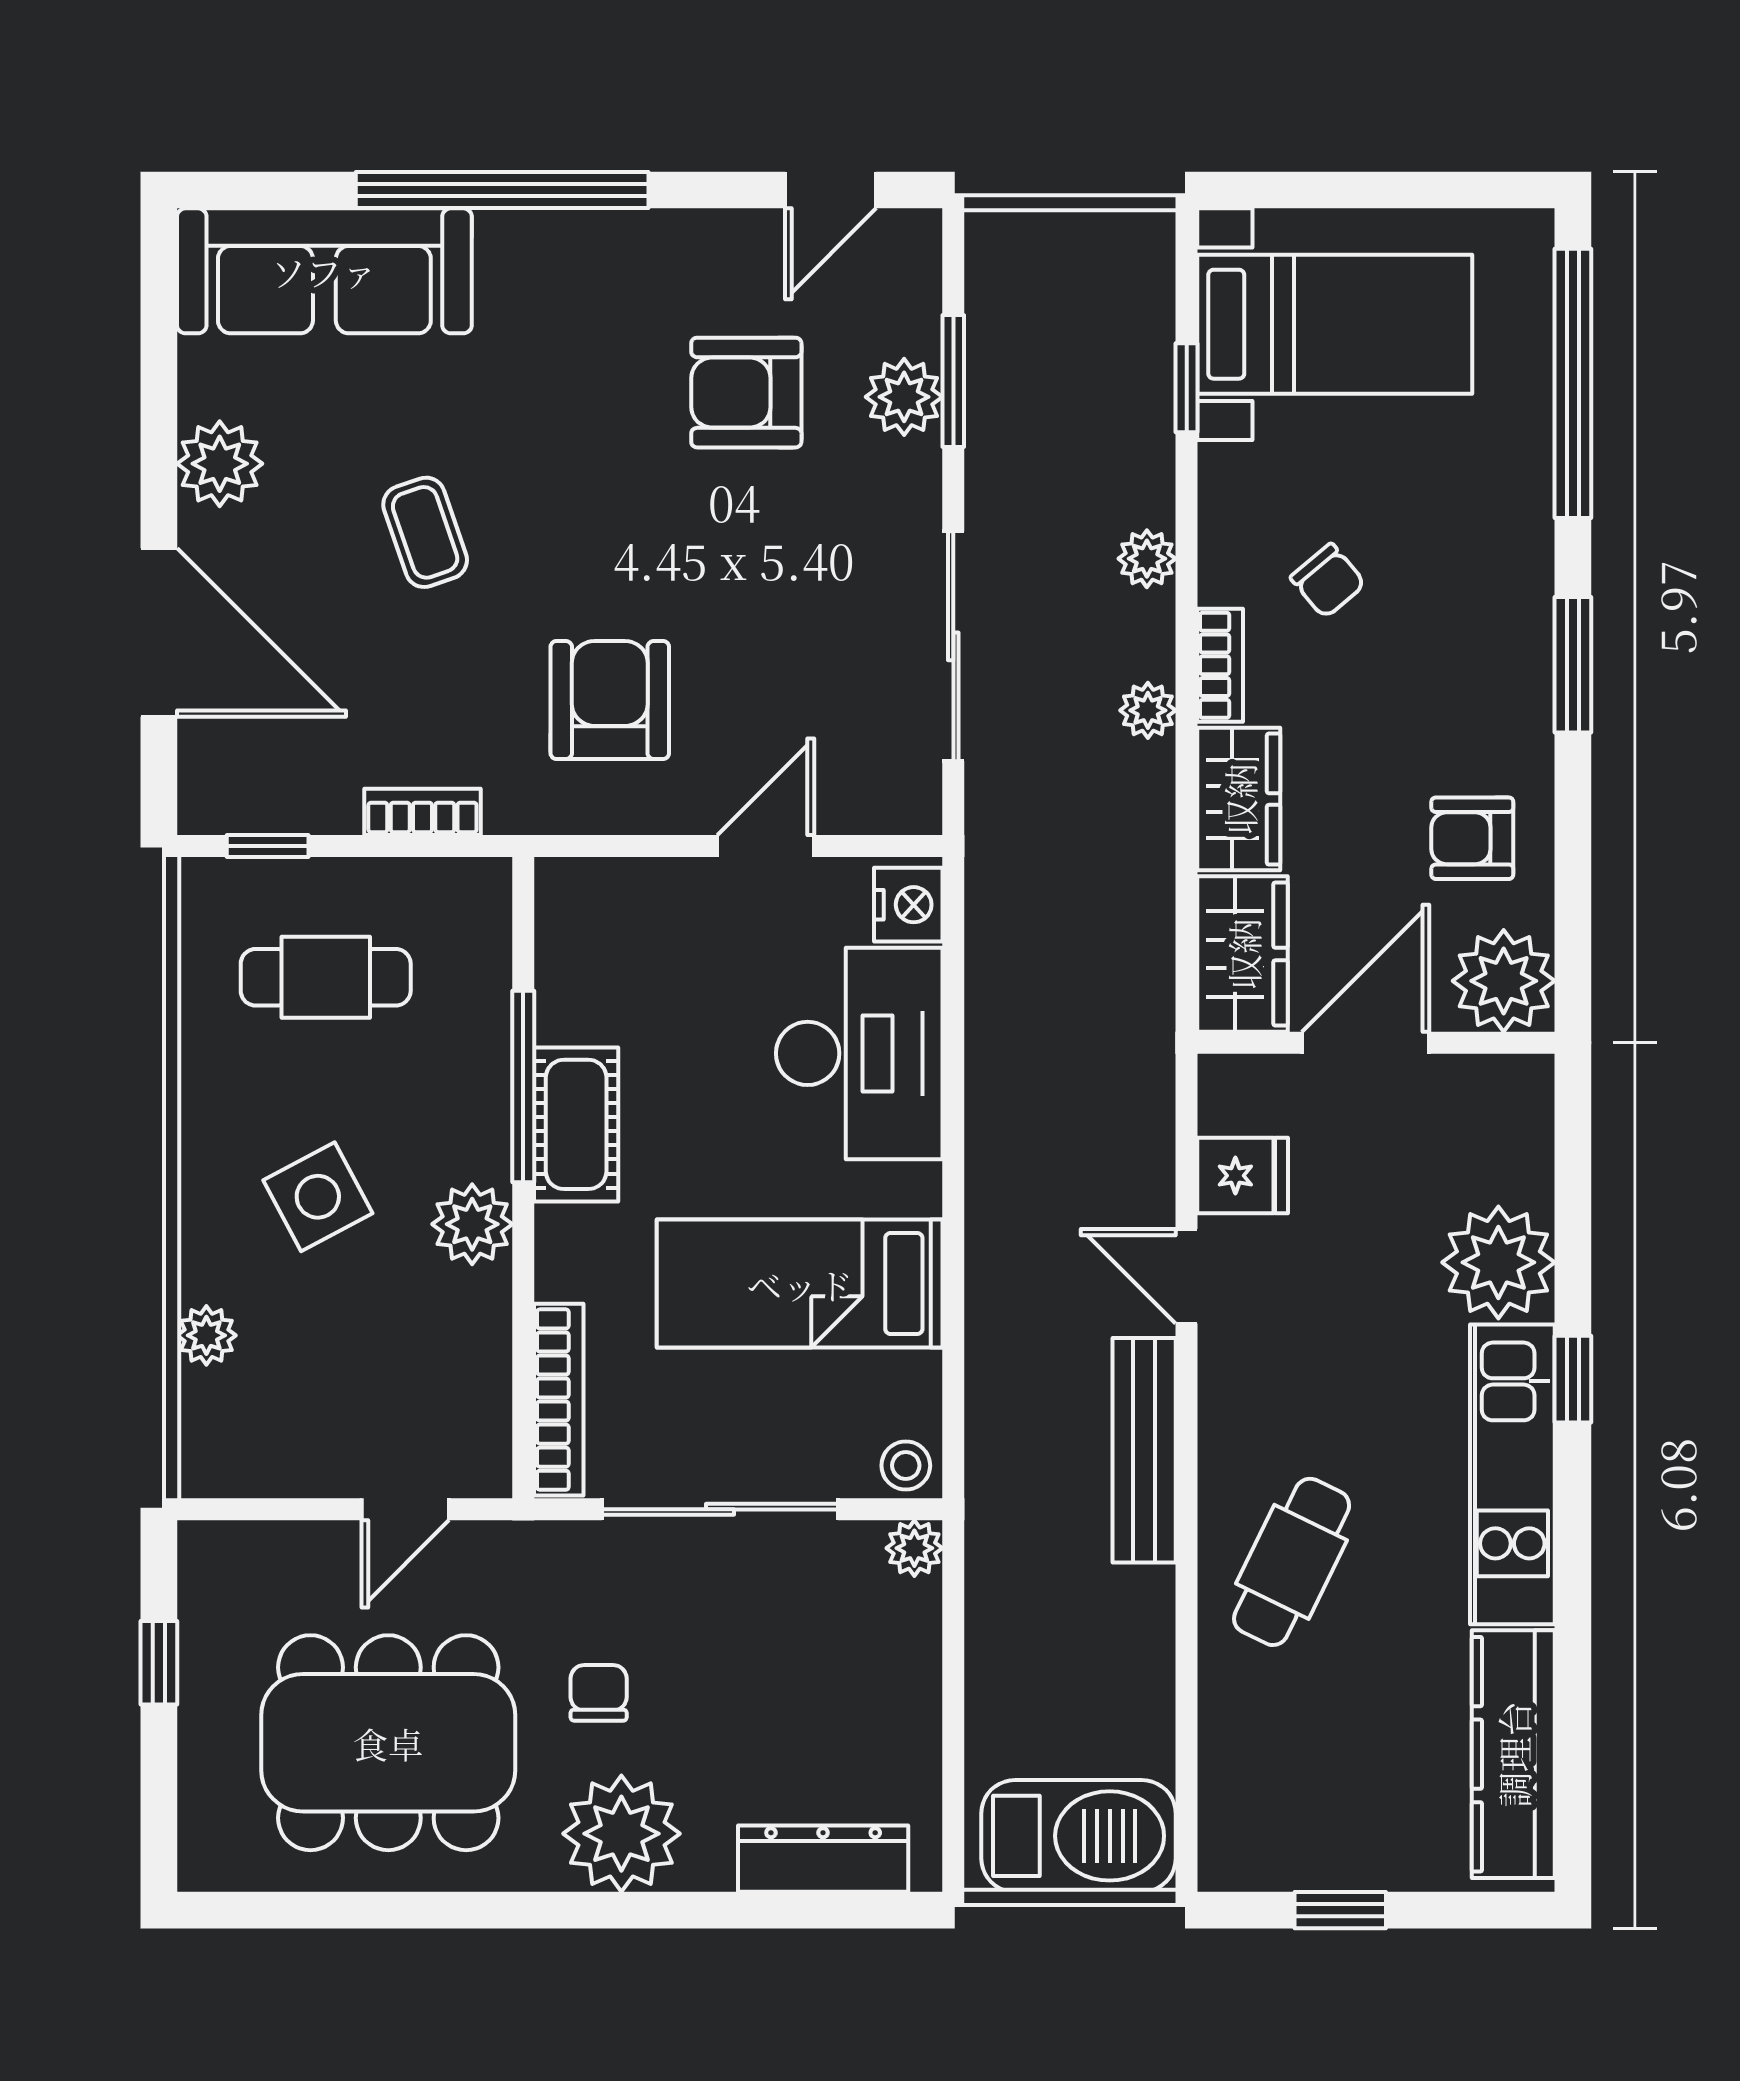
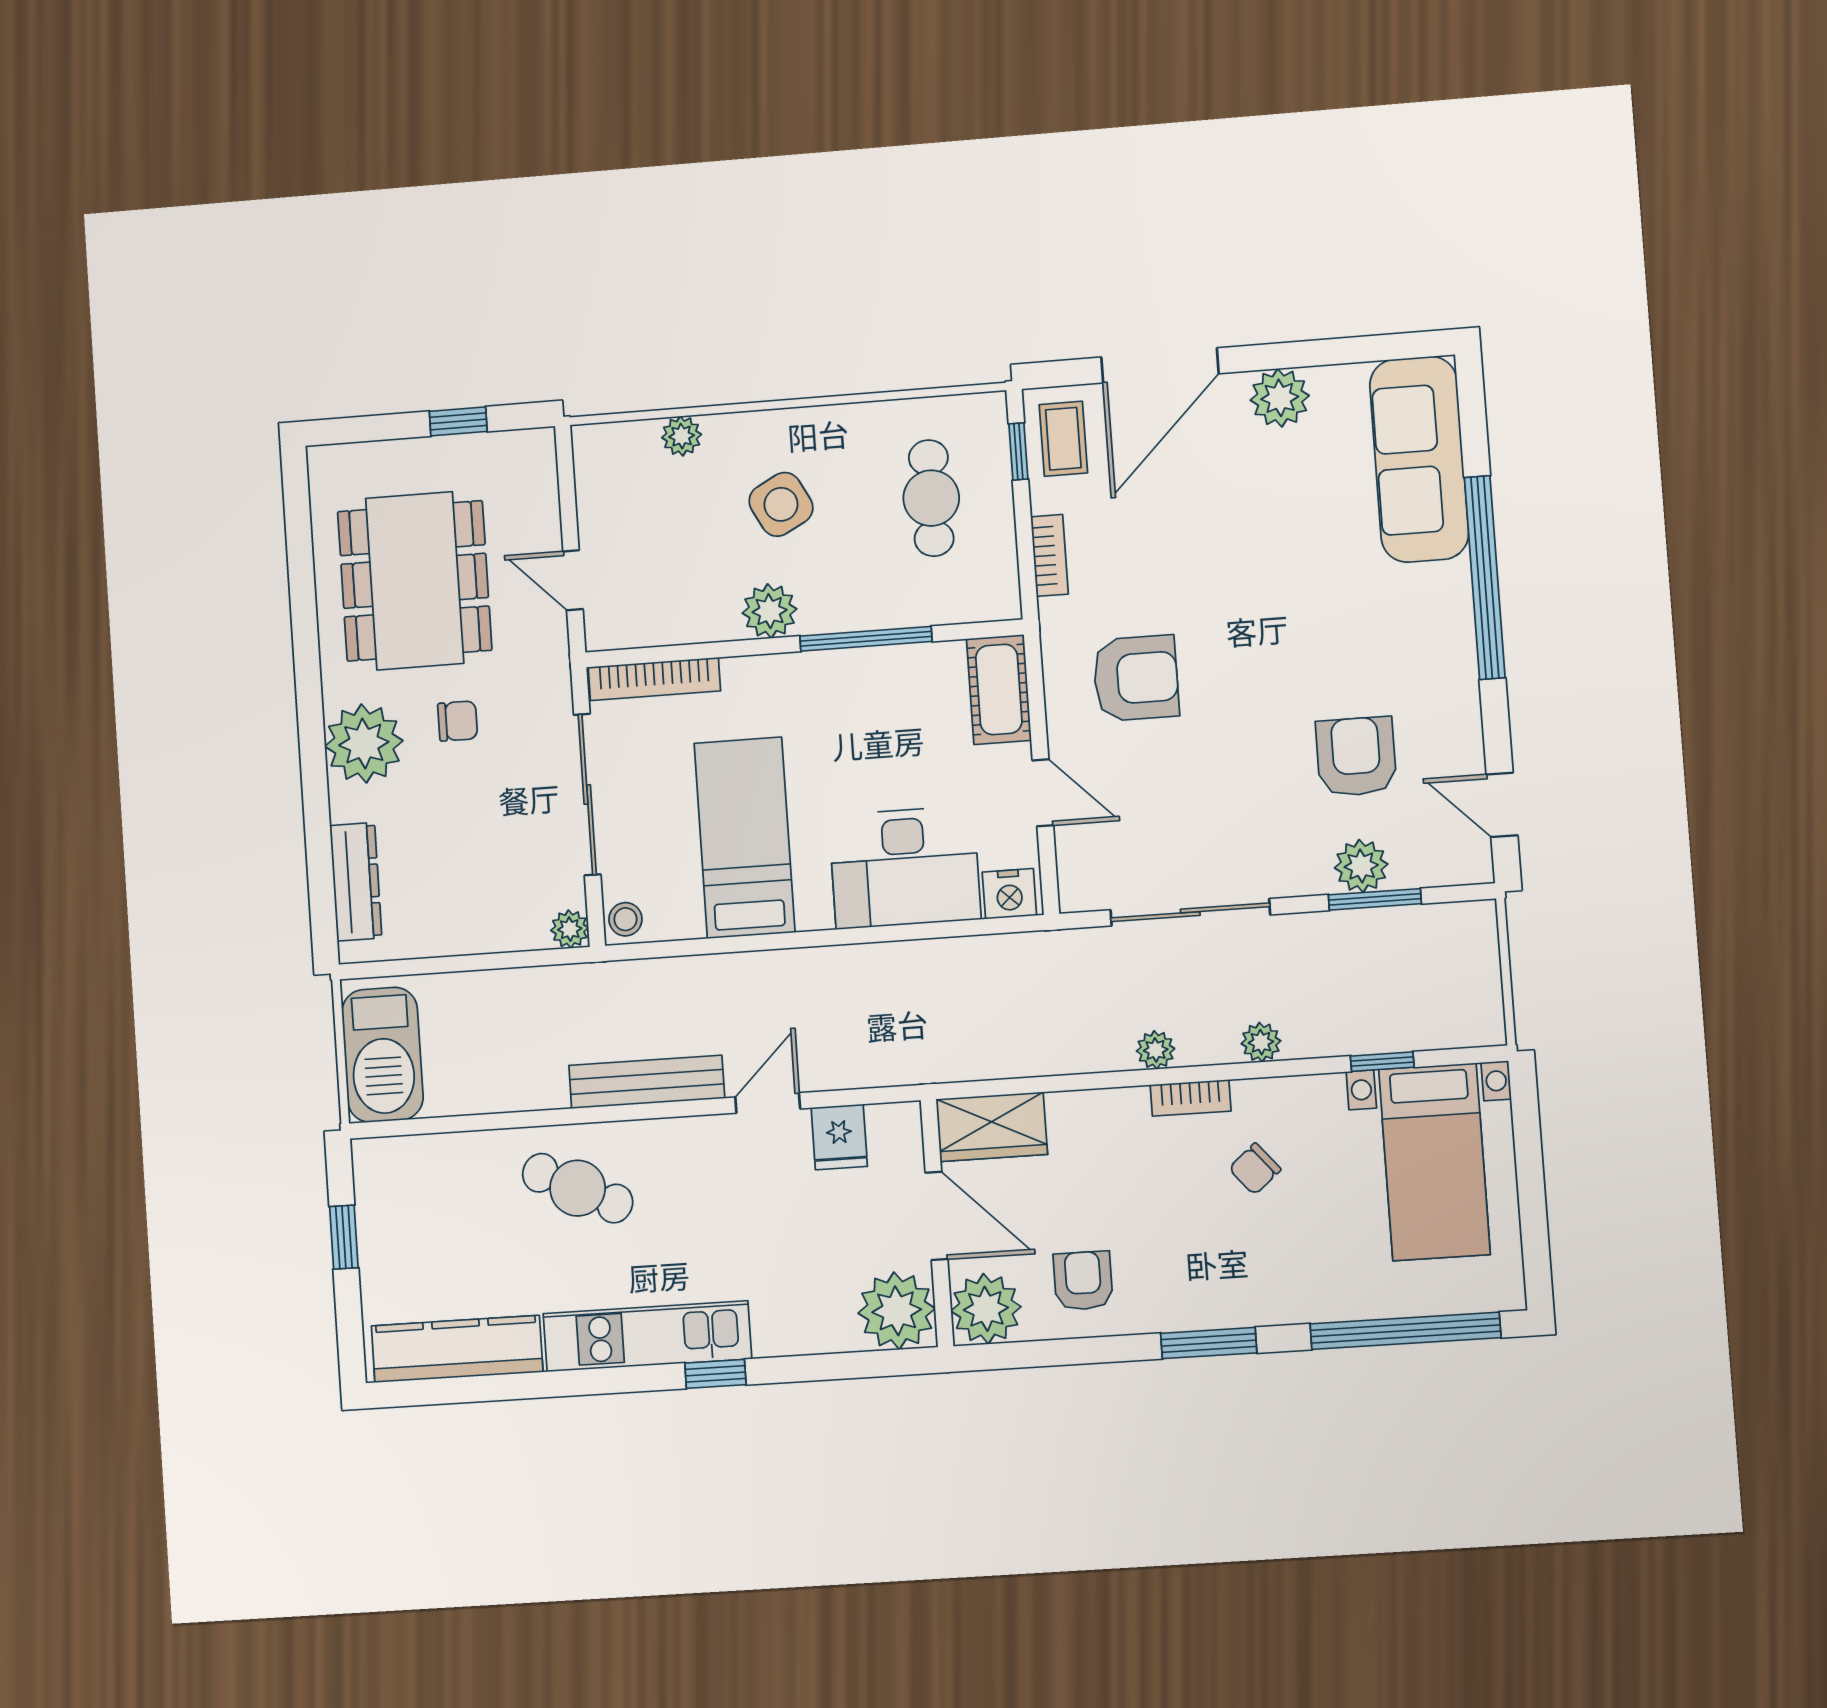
coffee table: (425, 532) -> (1063, 439), moved, turned -71
wardrobe: (1239, 799) -> (1099, 1117), removed
cot: (576, 1124) -> (999, 689), moved, turned 90
plant: (1498, 1262) -> (897, 1311), moved

